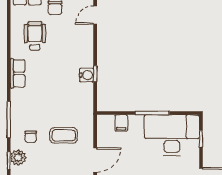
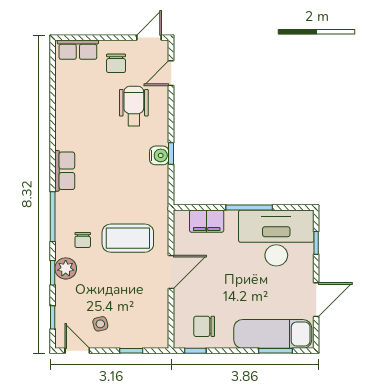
wheelchair: (35, 36) -> (134, 106), moved
row of seats: (18, 73) -> (65, 171), moved
filing cabinet: (121, 123) -> (207, 221), width x2.00
coffee table: (64, 135) -> (128, 238), width x1.36, depth x1.32

